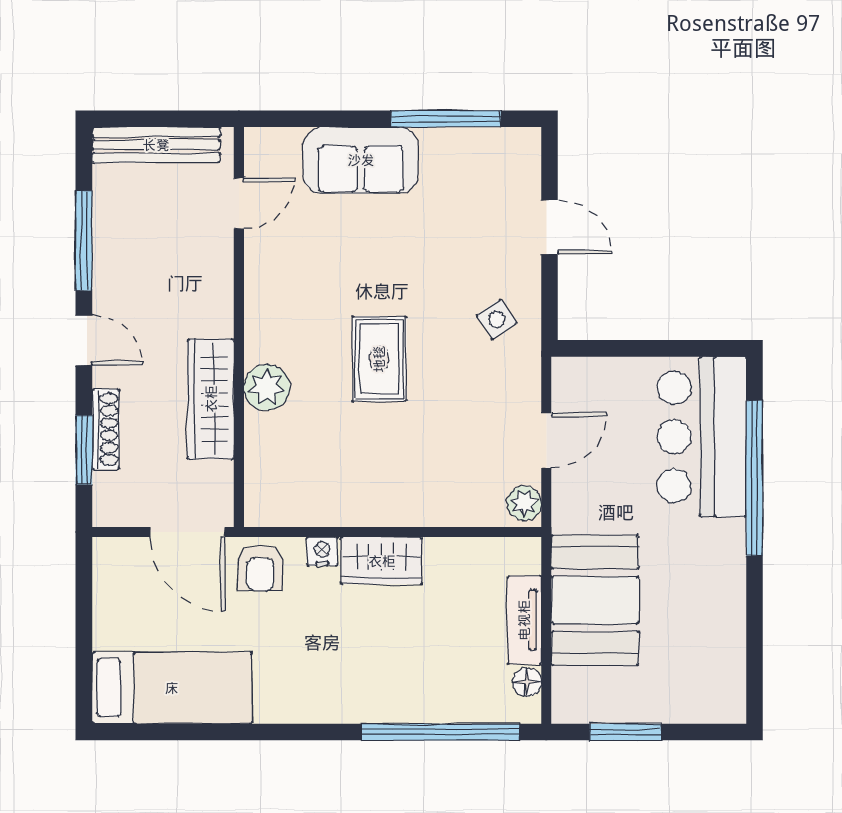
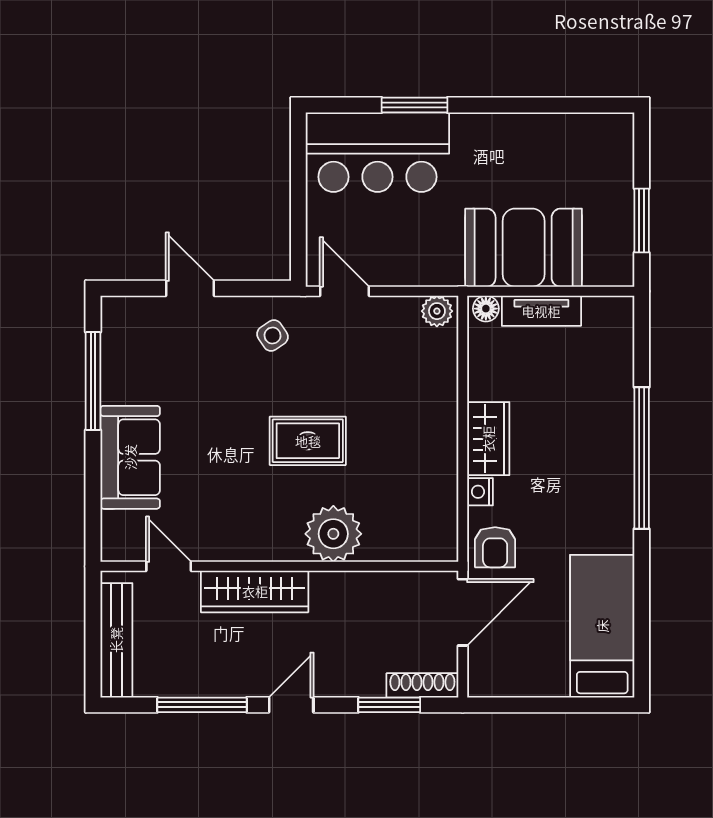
door: (550, 227) -> (190, 288), hinge flipped
plant: (267, 387) -> (333, 534), width x1.36, depth x1.36
wardrobe: (211, 399) -> (255, 591), moved
shoe rack: (106, 429) -> (422, 685), moved
door: (546, 440) -> (345, 291), moved
window: (754, 478) -> (415, 105), width x0.47
armchair: (260, 568) -> (495, 547), turned 90
floor lamp: (527, 682) -> (486, 309), moved
window: (441, 732) -> (642, 458), moved

